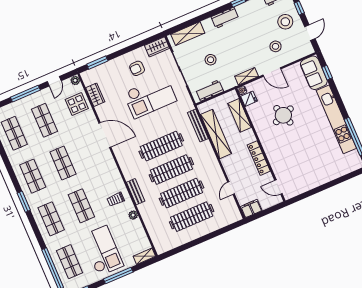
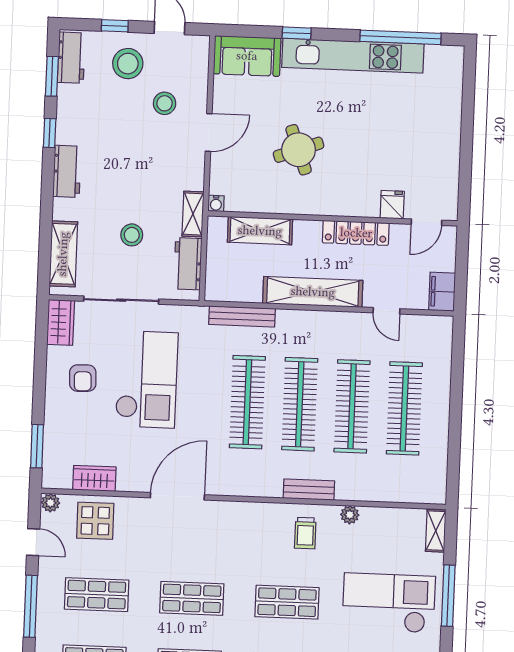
window: (327, 73) -> (297, 33), moved
shelving: (247, 76) -> (193, 214), moved
fridge: (249, 99) -> (392, 205), moved
shelving: (216, 134) -> (313, 292), moved

